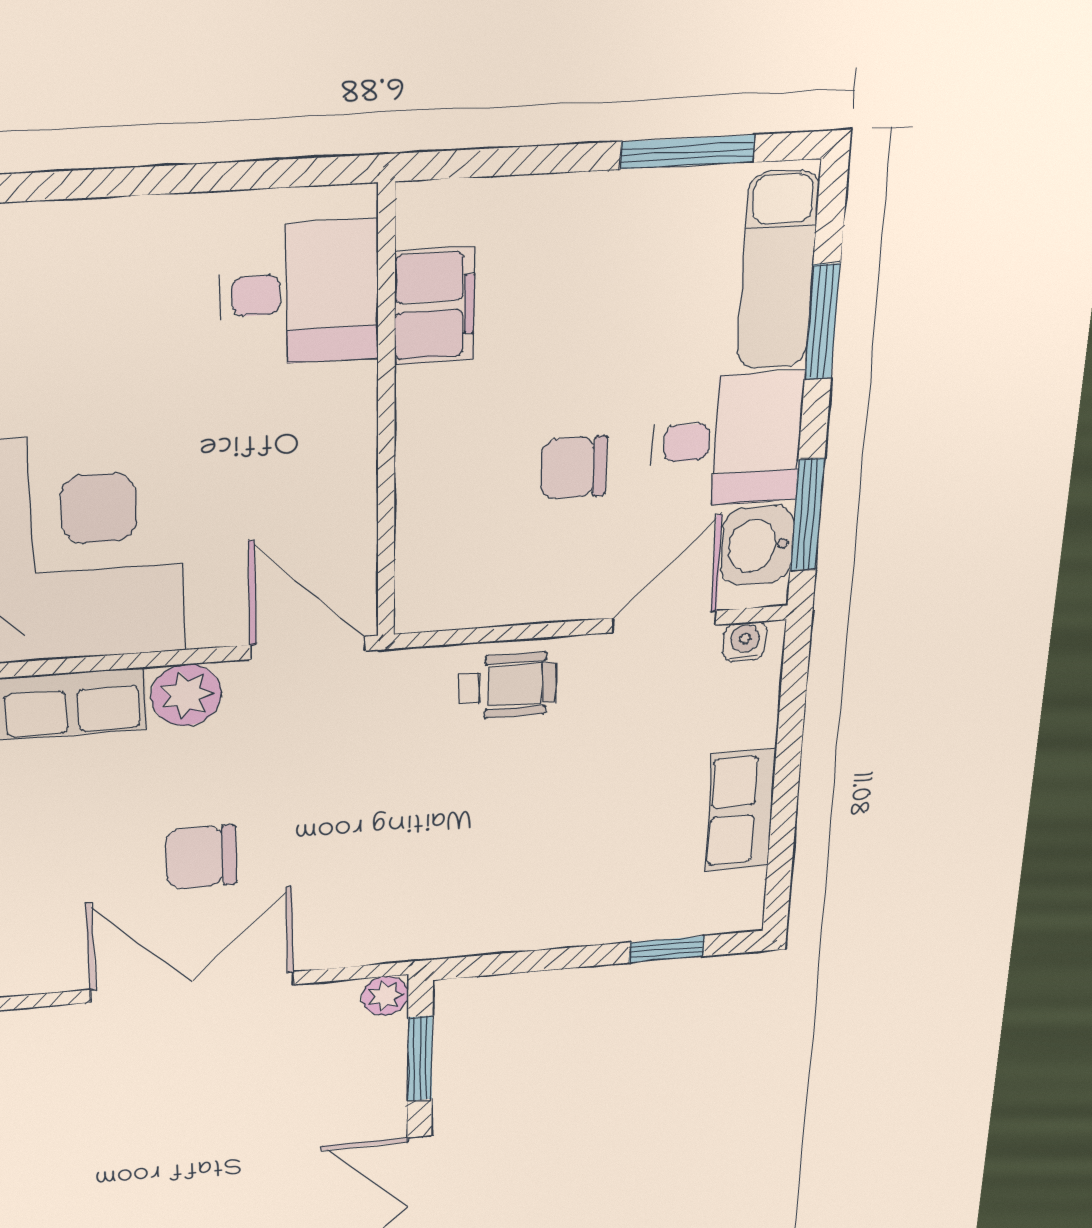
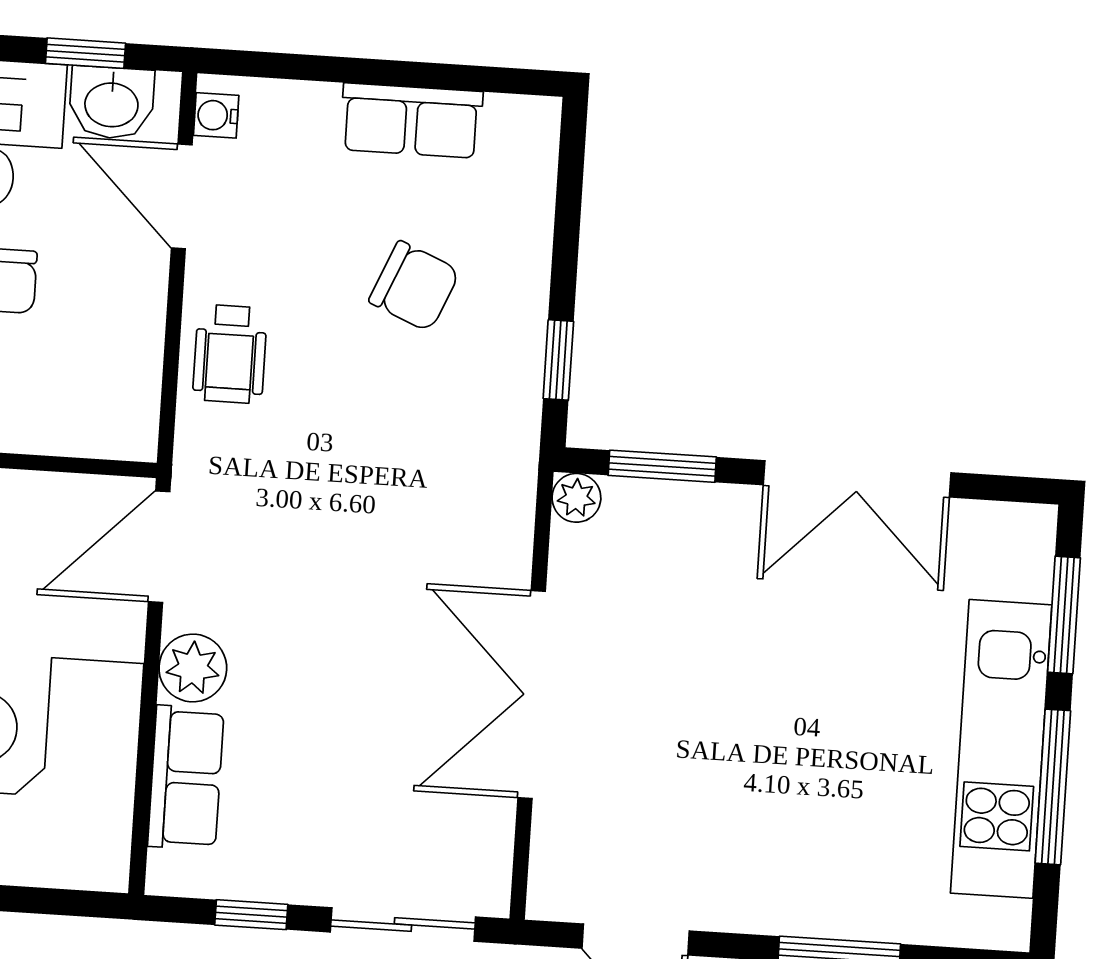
window: (807, 515) -> (85, 53), width x0.67
wheelchair: (508, 686) -> (230, 354), turned 180
chair: (201, 857) -> (414, 286), moved, turned -67
window: (667, 949) -> (558, 360), moved

